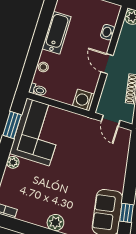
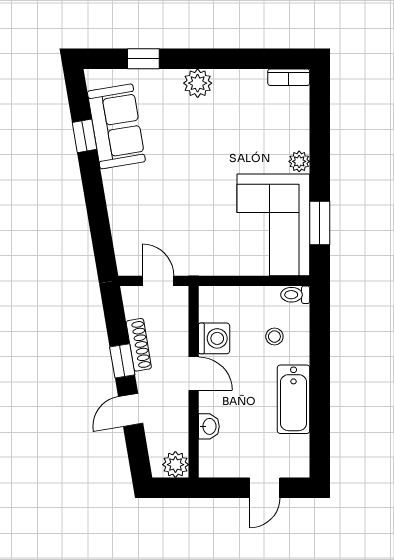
stool: (43, 67) -> (274, 337), moved
washing machine: (83, 100) -> (214, 338), moved

